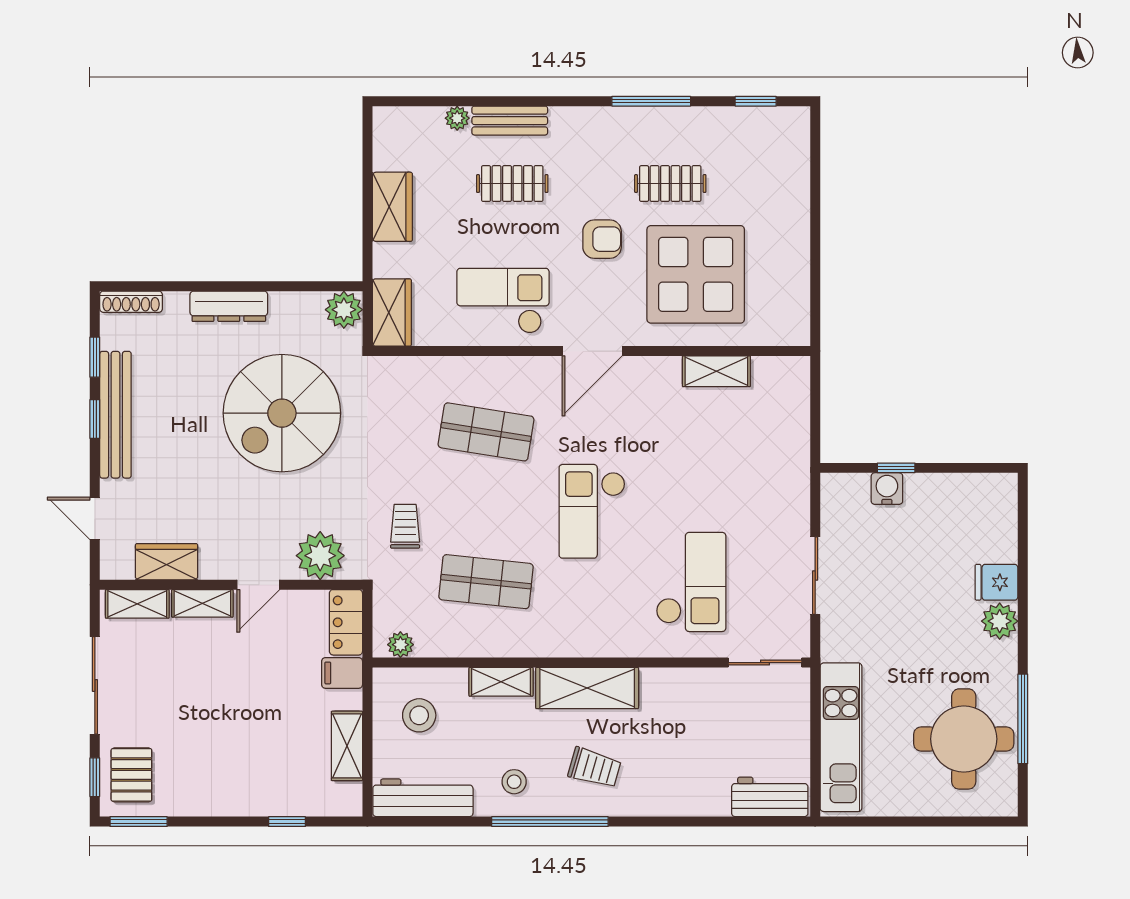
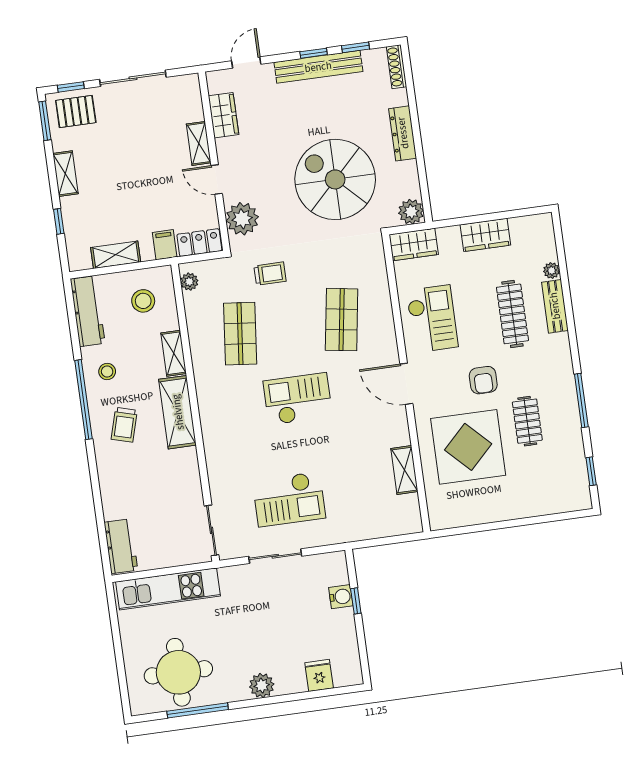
clothes rail: (512, 184) -> (512, 314), width x1.36
checkout: (691, 582) -> (289, 499), moved
fridge: (996, 582) -> (319, 675), moved
shelving: (137, 604) -> (65, 174), moved

